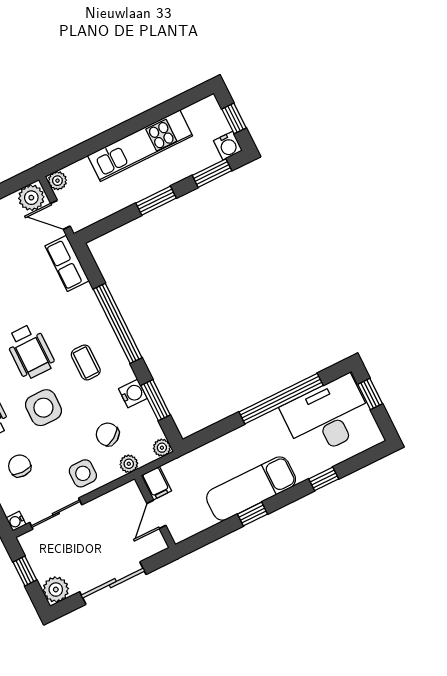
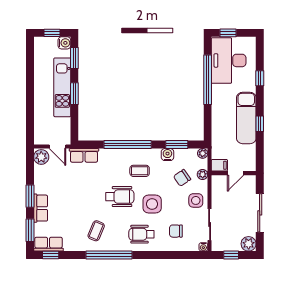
kitchen unit: (140, 146) -> (62, 87), moved, turned 180
plant: (57, 181) -> (39, 139), removed
door: (60, 215) -> (57, 146), hinge flipped
door: (156, 514) -> (236, 173), hinge flipped

